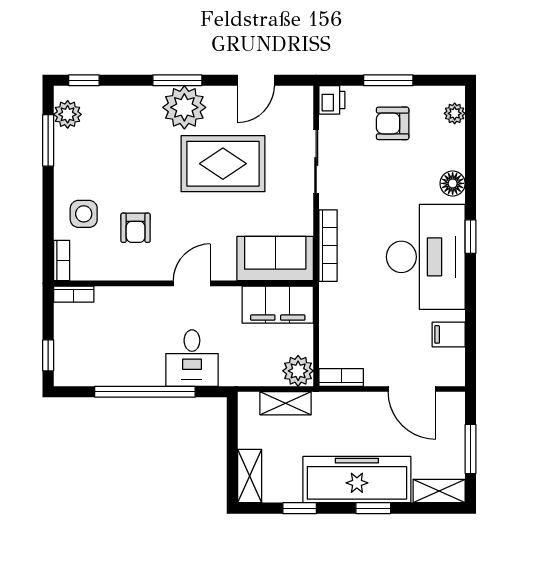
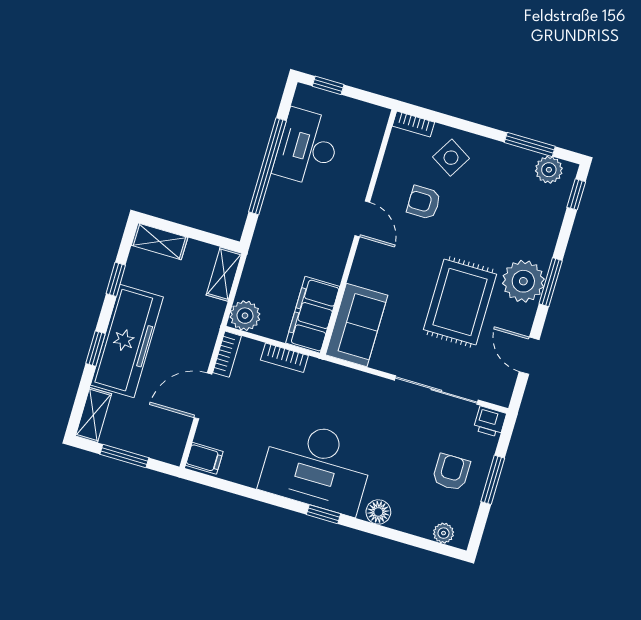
sliding door: (316, 162) -> (436, 390), width x1.37
side table: (84, 214) -> (451, 158), turned 31
bookcase: (328, 246) -> (284, 358), moved, width x0.64
door: (192, 283) -> (362, 219), moved
bookcase: (74, 294) -> (378, 126), removed
filing cabinet: (449, 334) -> (204, 458), moved, turned 90
desk: (192, 358) -> (307, 147), moved, width x1.37
door: (412, 389) -> (203, 396), moved
shelving: (286, 403) -> (224, 274), moved

